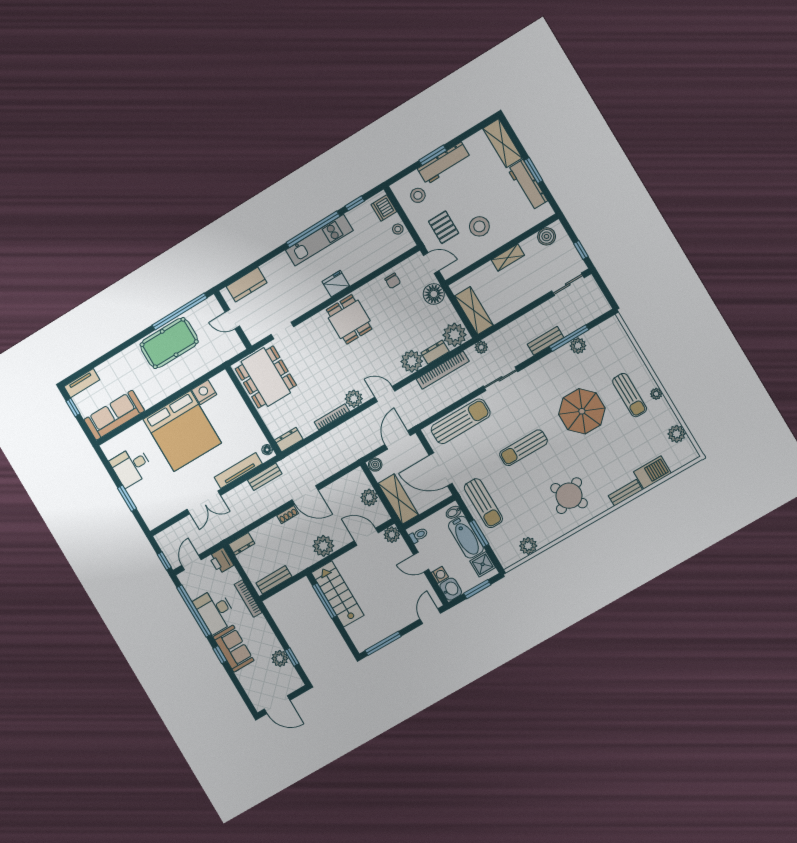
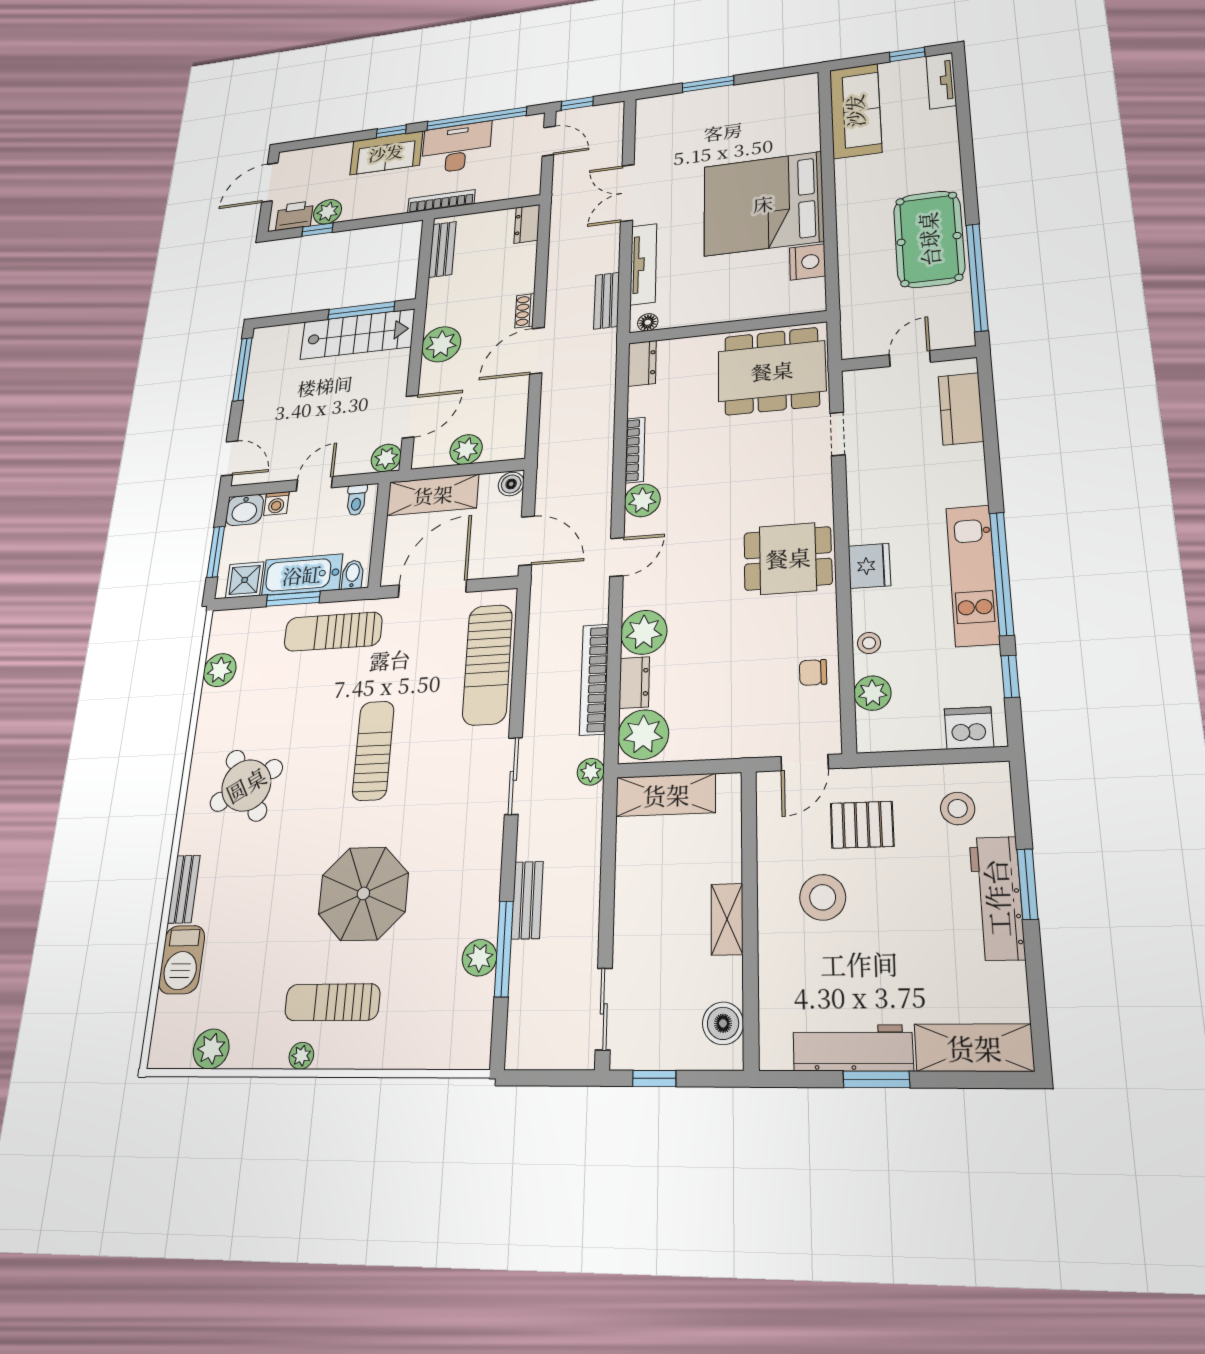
stool: (398, 229) -> (869, 643), moved
plant: (389, 253) -> (872, 693), added
floor lamp: (434, 294) -> (742, 736), removed
desk: (131, 466) -> (755, 108), removed
printer: (221, 561) -> (295, 216), moved

